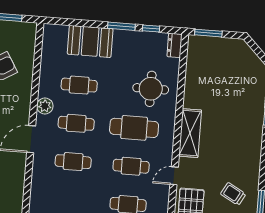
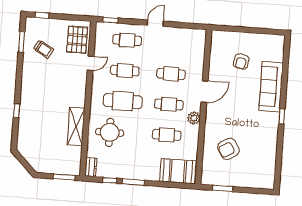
booth: (90, 41) -> (178, 171), moved
shelving: (190, 133) -> (76, 126), moved

